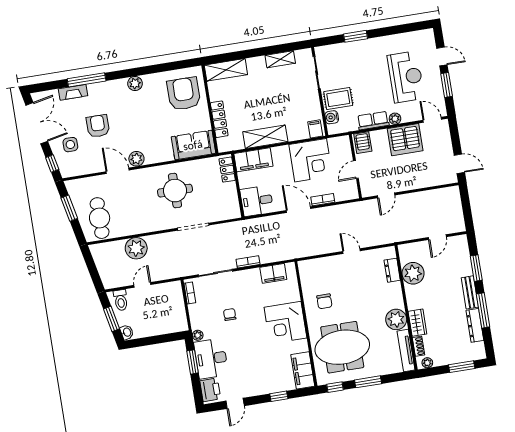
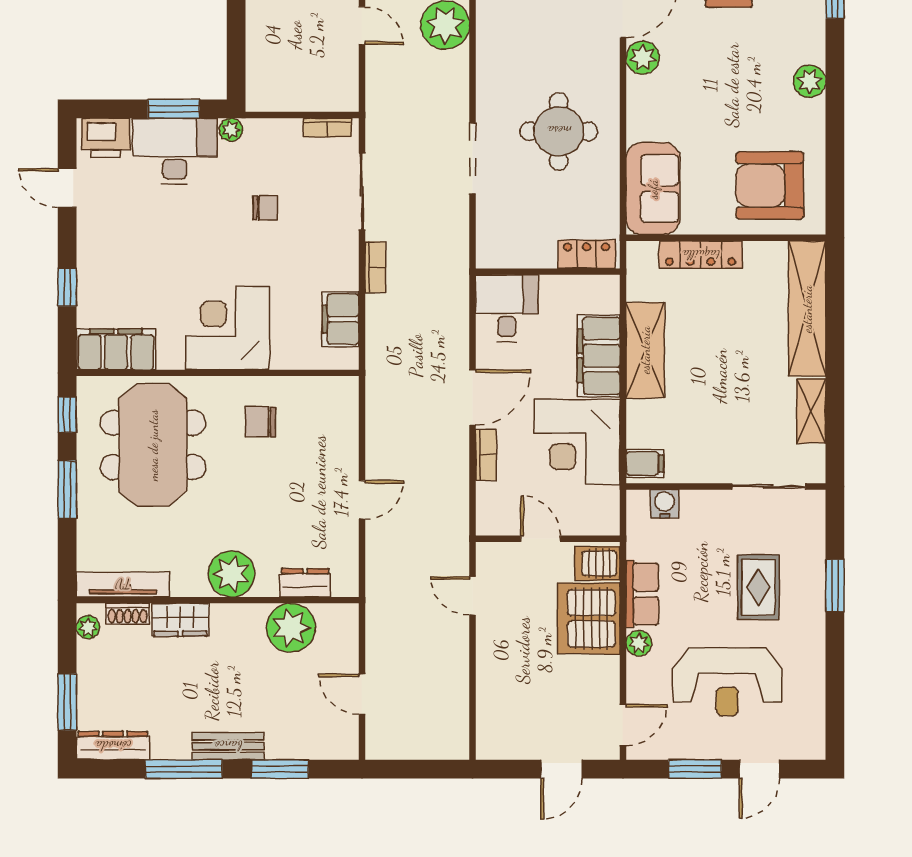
shelving: (226, 70) -> (807, 309), width x1.47
armchair: (184, 94) -> (770, 185), turned 180
rug: (338, 99) -> (758, 587), moved
server rack: (405, 140) -> (589, 618), moved
filing cabinet: (253, 160) -> (599, 356), moved
door: (459, 164) -> (561, 769), moved
plant: (396, 319) -> (231, 574), moved
dresser: (475, 325) -> (113, 746), moved

